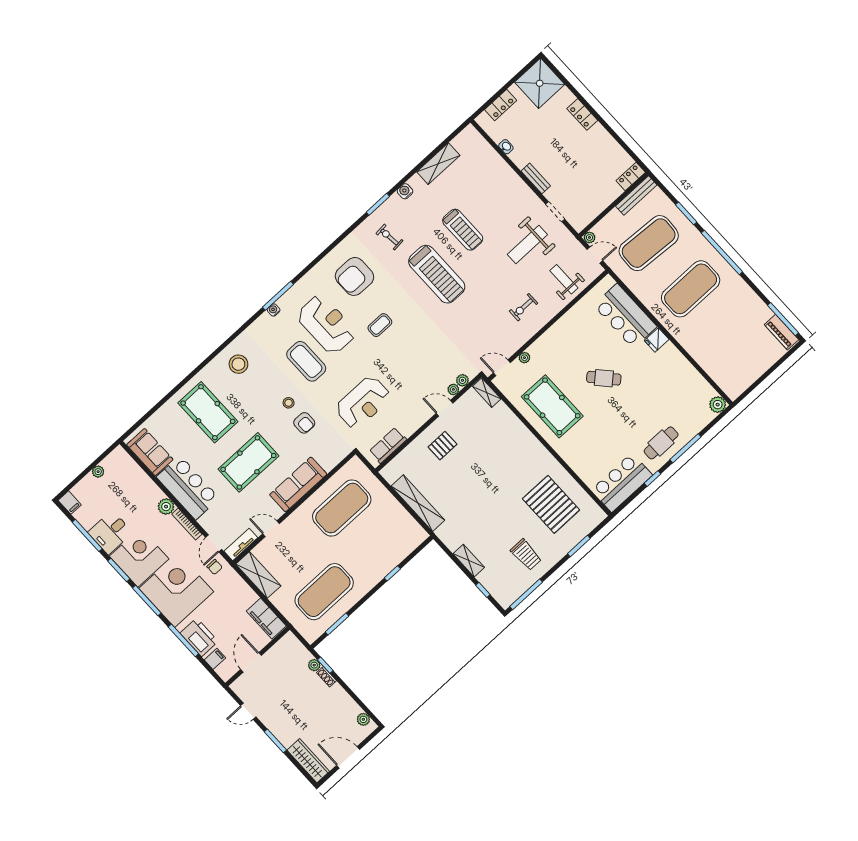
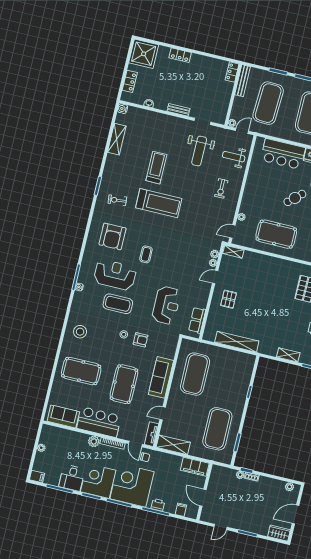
water cooler: (405, 191) -> (123, 109), moved
treadmill: (463, 230) -> (156, 168), turned -90
printer: (199, 637) -> (158, 505), width x0.53, depth x0.68
wardrobe: (308, 761) -> (279, 533), width x0.67

